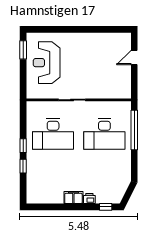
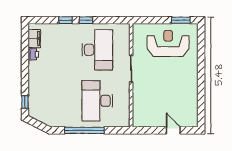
window: (134, 130) -> (84, 130), moved
desk: (53, 134) -> (97, 50), turned 180
filing cabinet: (73, 198) -> (34, 39), moved
printer: (89, 199) -> (33, 54), moved

